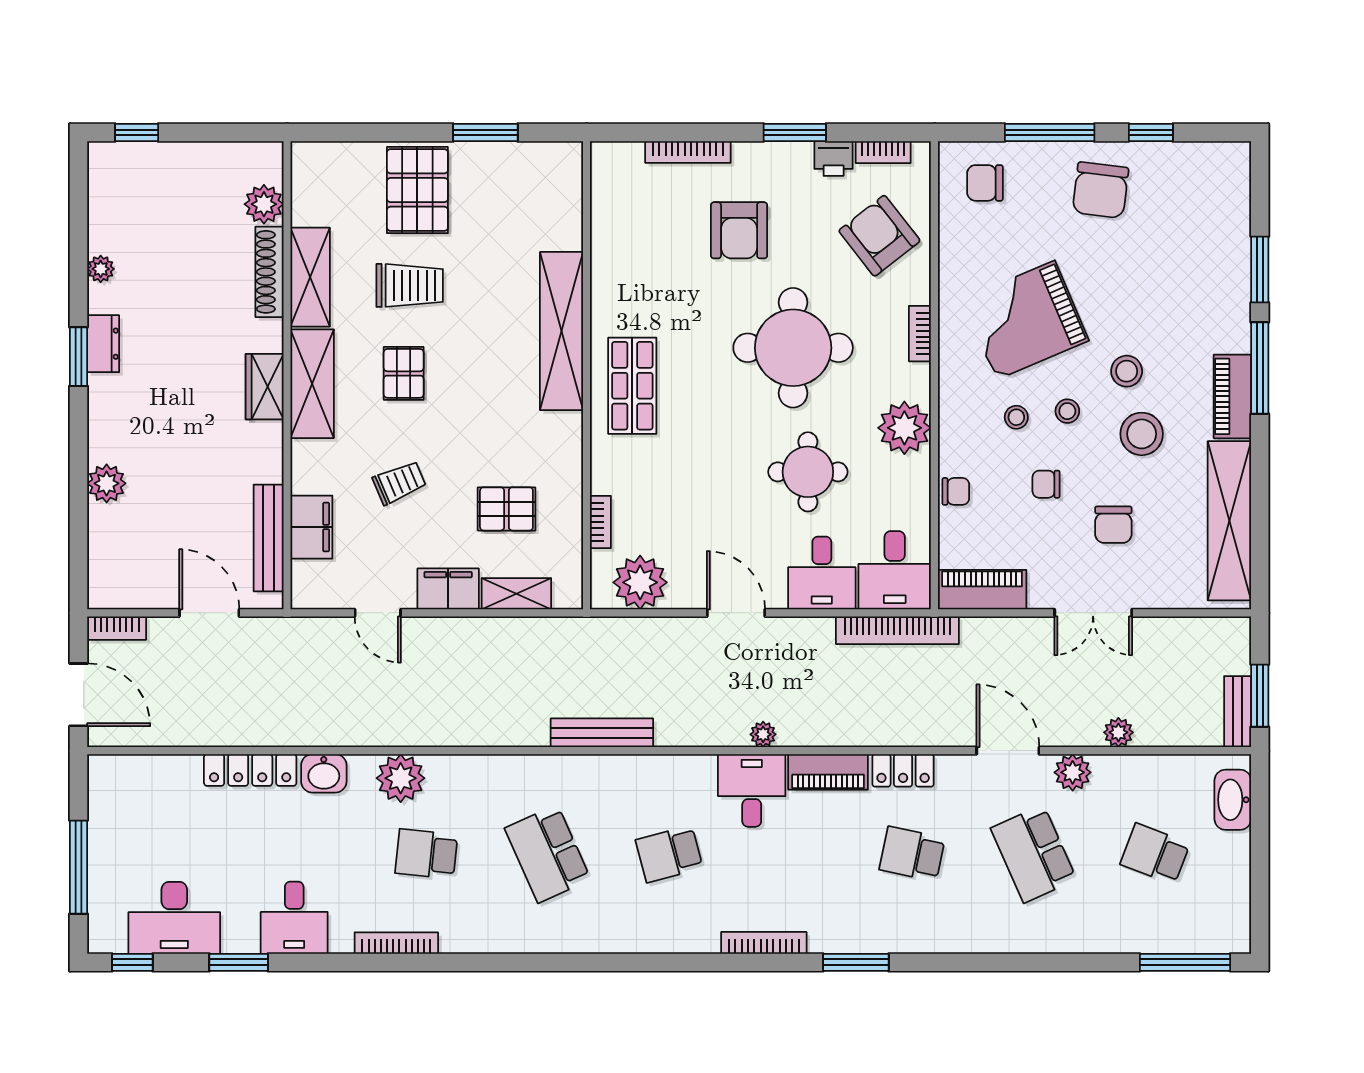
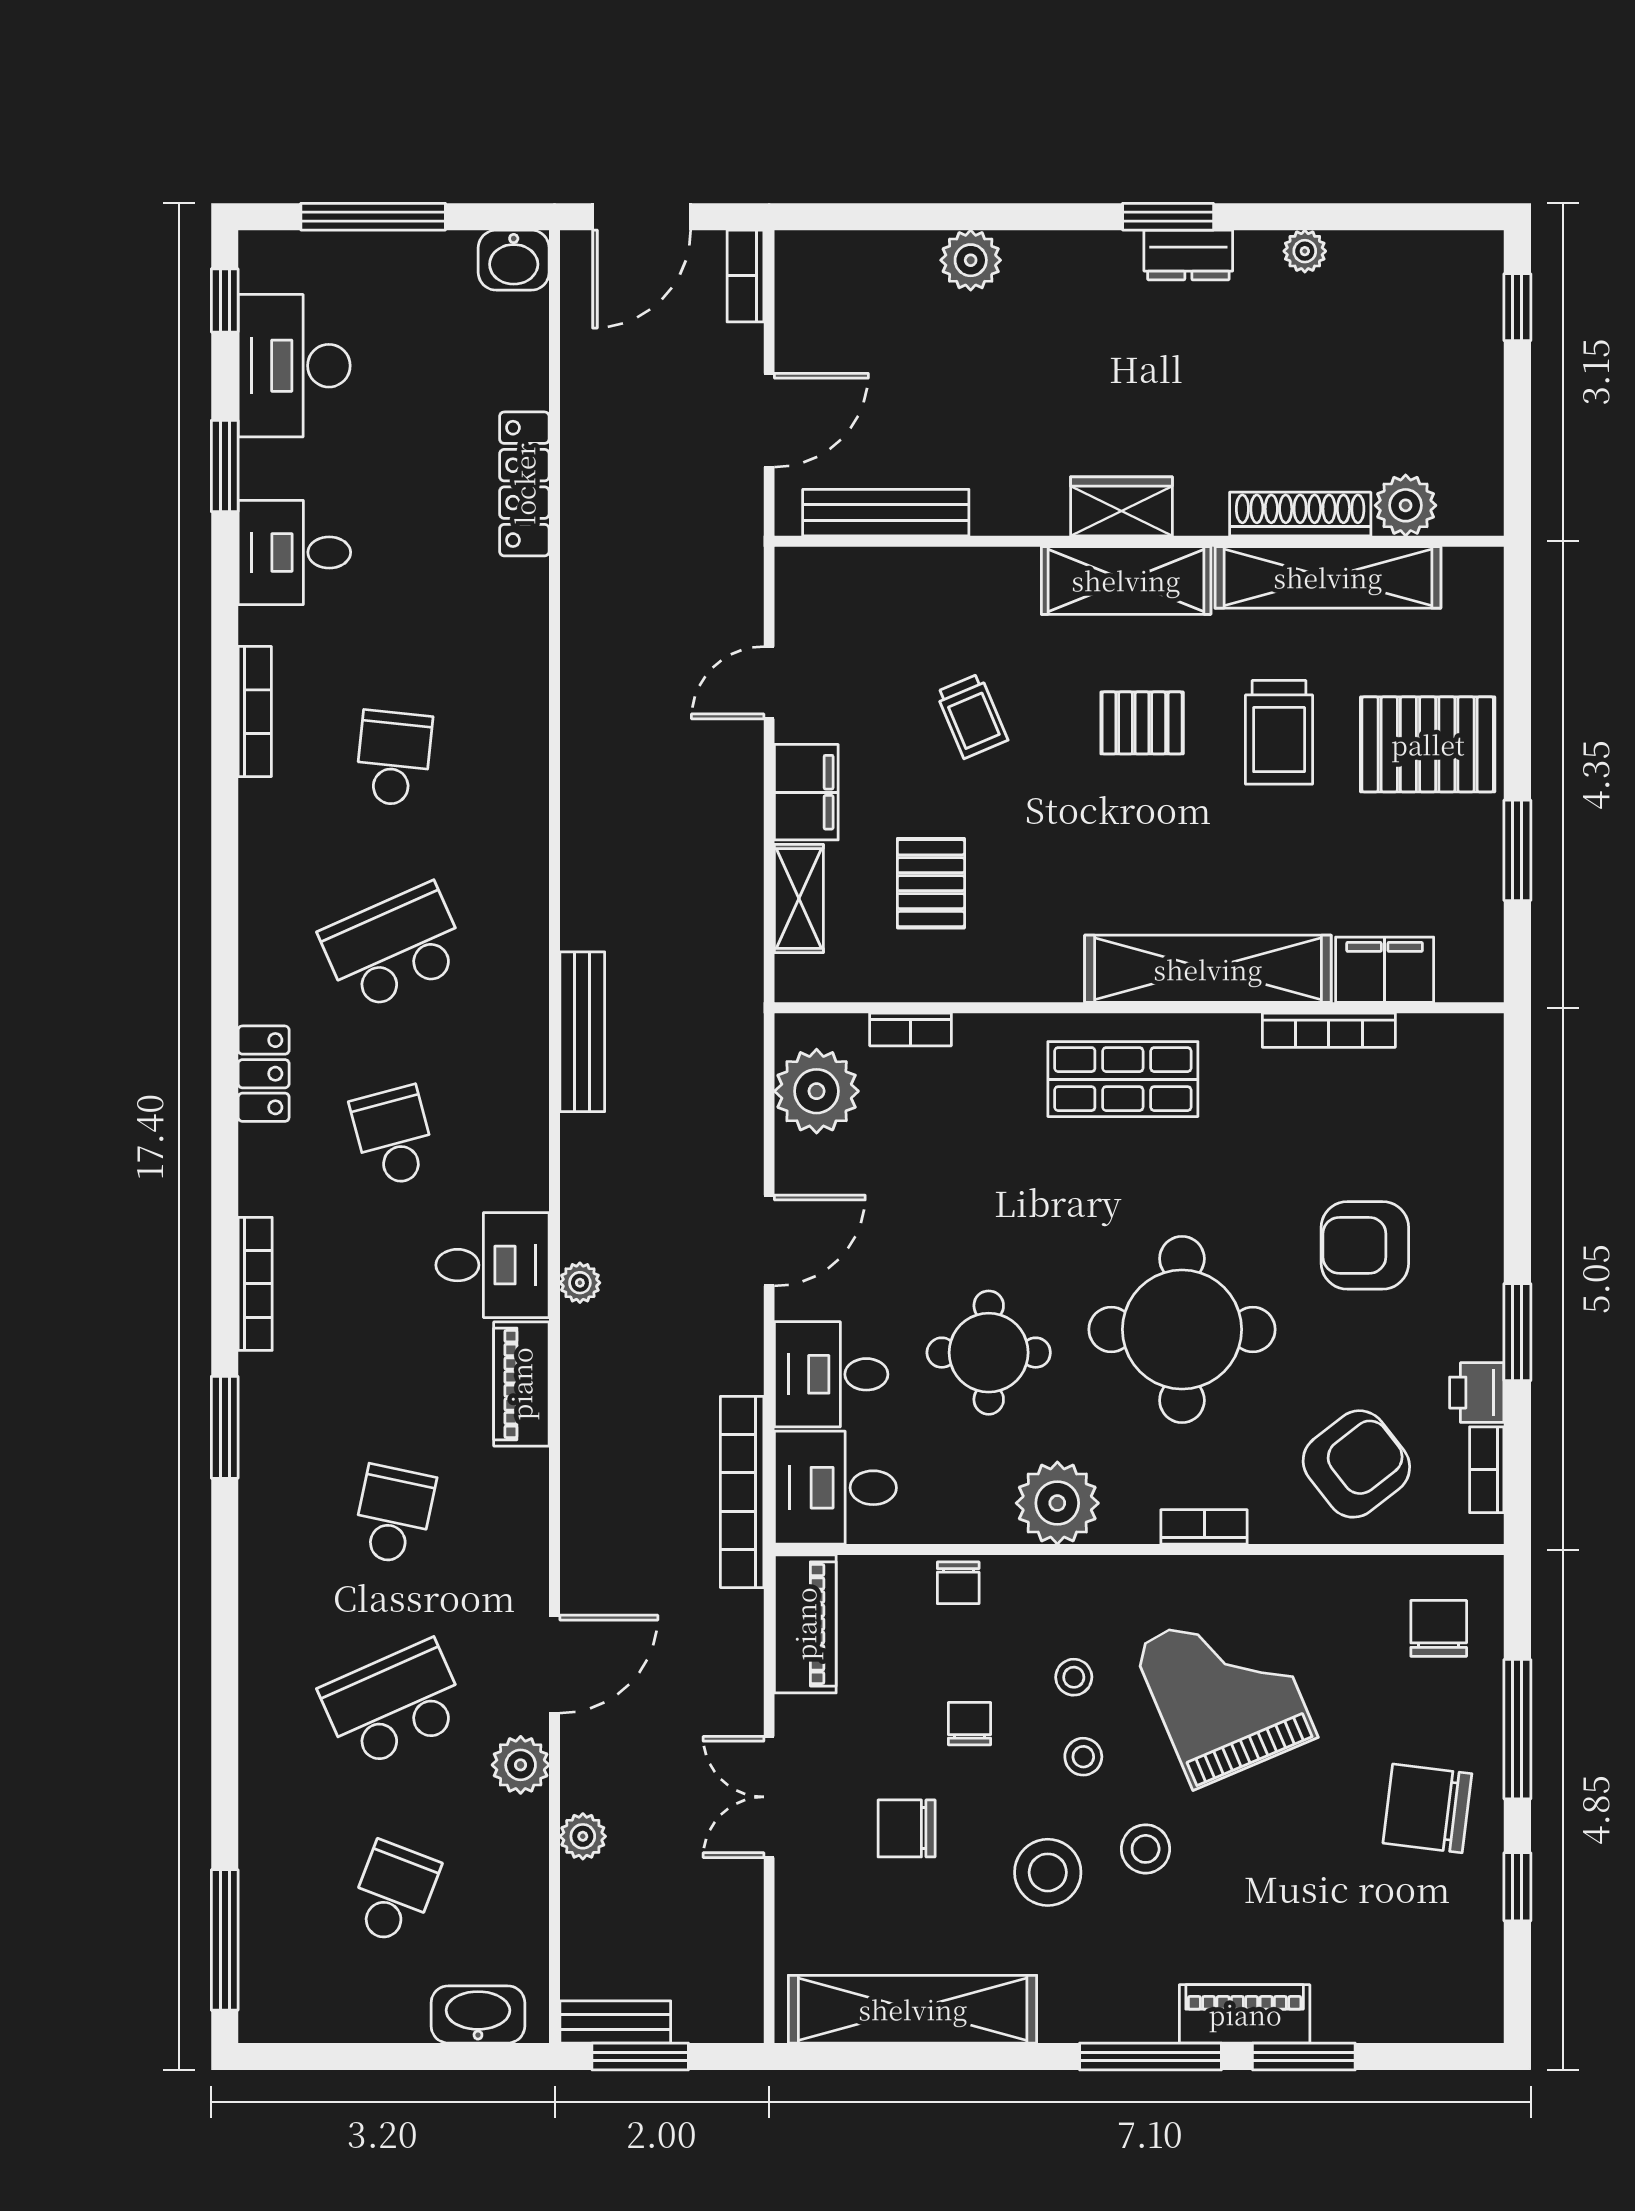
bookcase: (688, 152) -> (1329, 1030), moved, turned -90
shelving: (310, 277) -> (1328, 577), width x1.47
piano: (1232, 396) -> (1245, 2014), moved
filing cabinet: (311, 527) -> (1385, 970), moved, turned 180
locker: (903, 770) -> (264, 1074), moved, turned 180
washbasin: (324, 773) -> (514, 260), moved, turned -90
plant: (401, 778) -> (512, 718), removed

